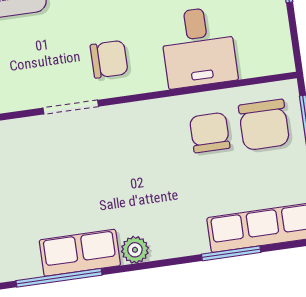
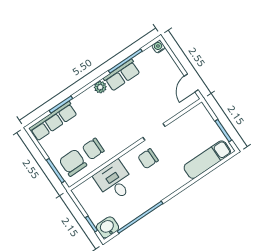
chair: (210, 133) -> (93, 149), turned 90

